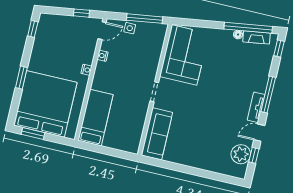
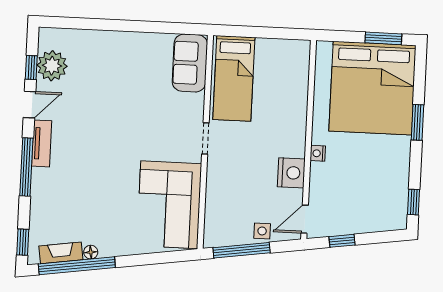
nightstand: (103, 56) -> (291, 173), width x1.89, depth x1.79
bed: (96, 118) -> (234, 78), moved
sofa: (157, 134) -> (190, 63), width x0.73

